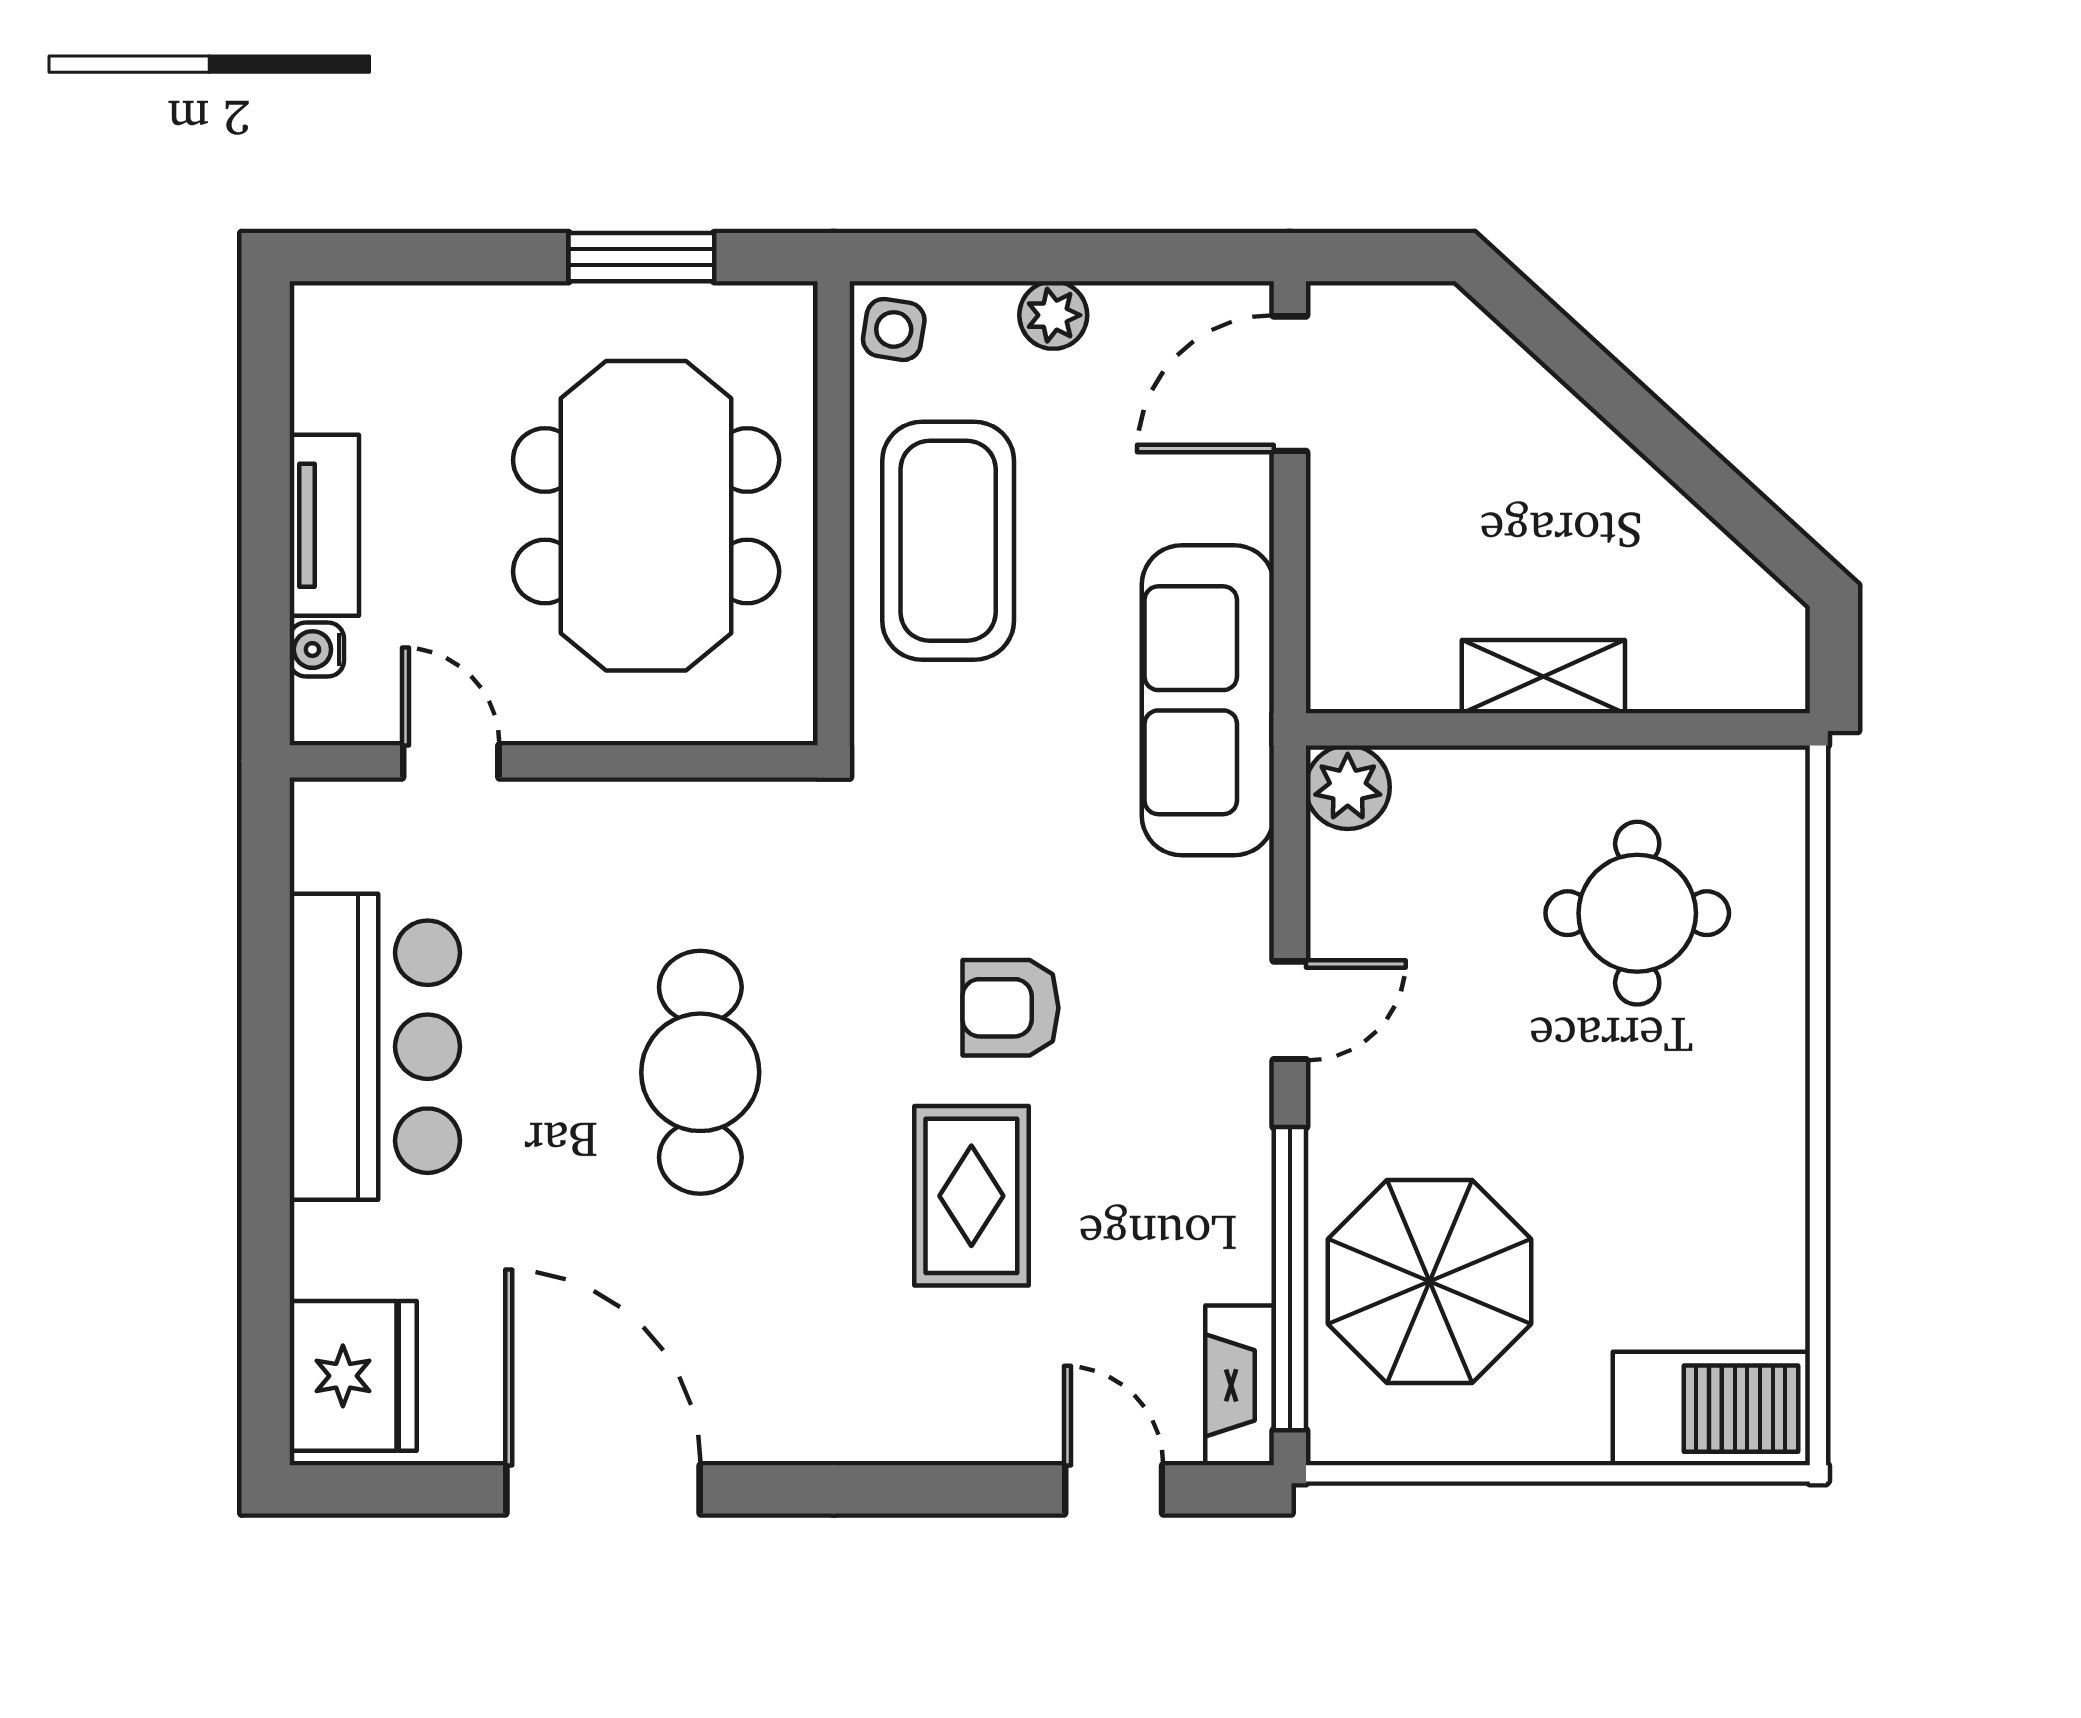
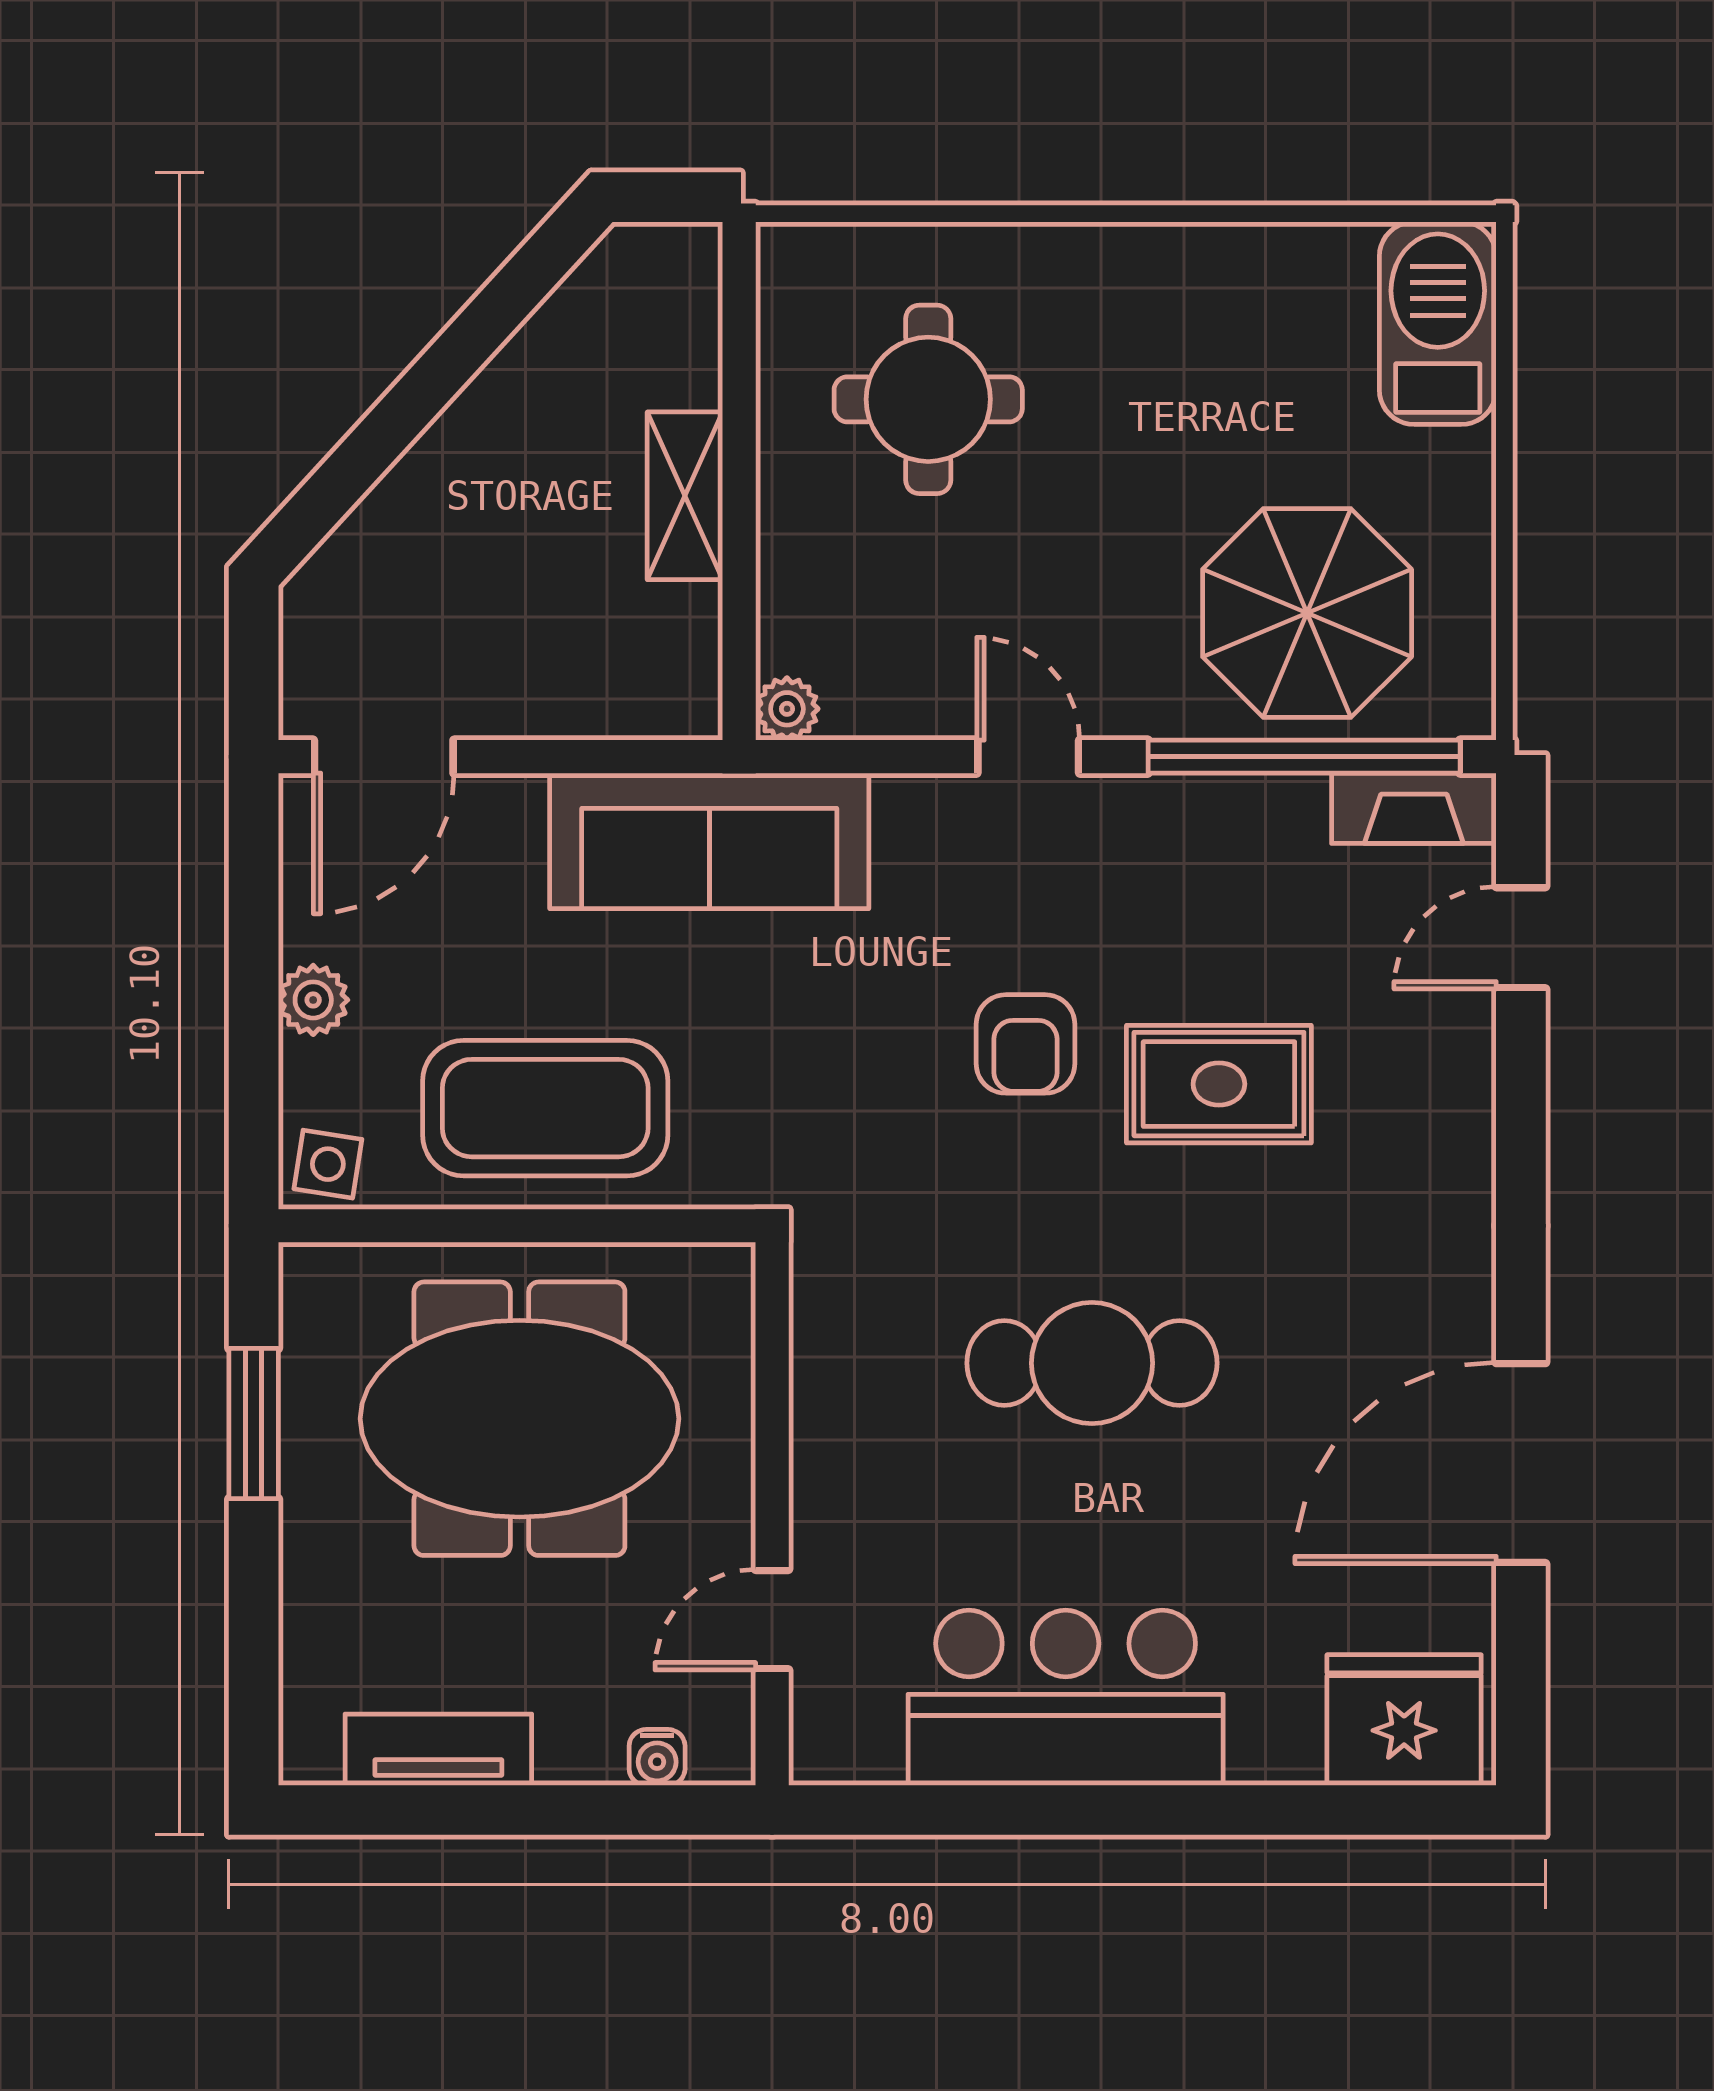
door: (1290, 384) -> (384, 757), hinge flipped
tv unit: (324, 525) -> (438, 1750), moved
plant: (1348, 787) -> (787, 709), width x0.73, depth x0.73

